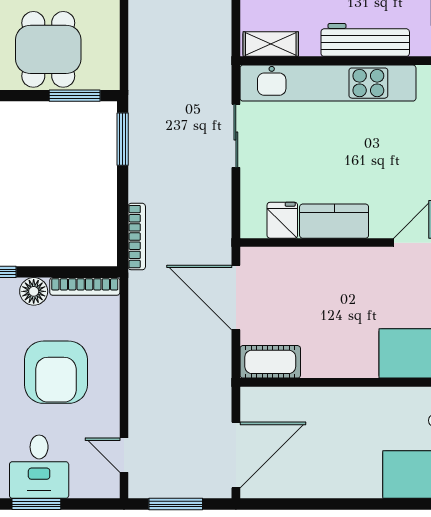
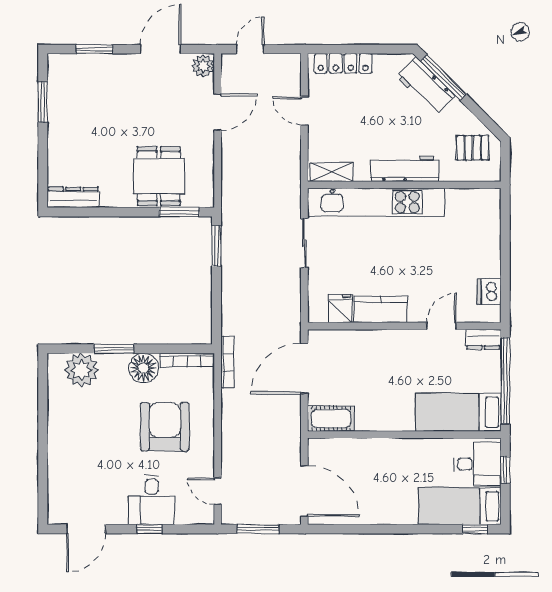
bookcase: (137, 237) -> (227, 362), moved
floor lamp: (34, 291) -> (143, 368), width x1.38, depth x1.38
door: (236, 298) -> (304, 369), hinge flipped
armchair: (56, 372) -> (165, 427), turned 180
door: (236, 455) -> (304, 491), hinge flipped
window: (36, 504) -> (150, 529), width x0.67

